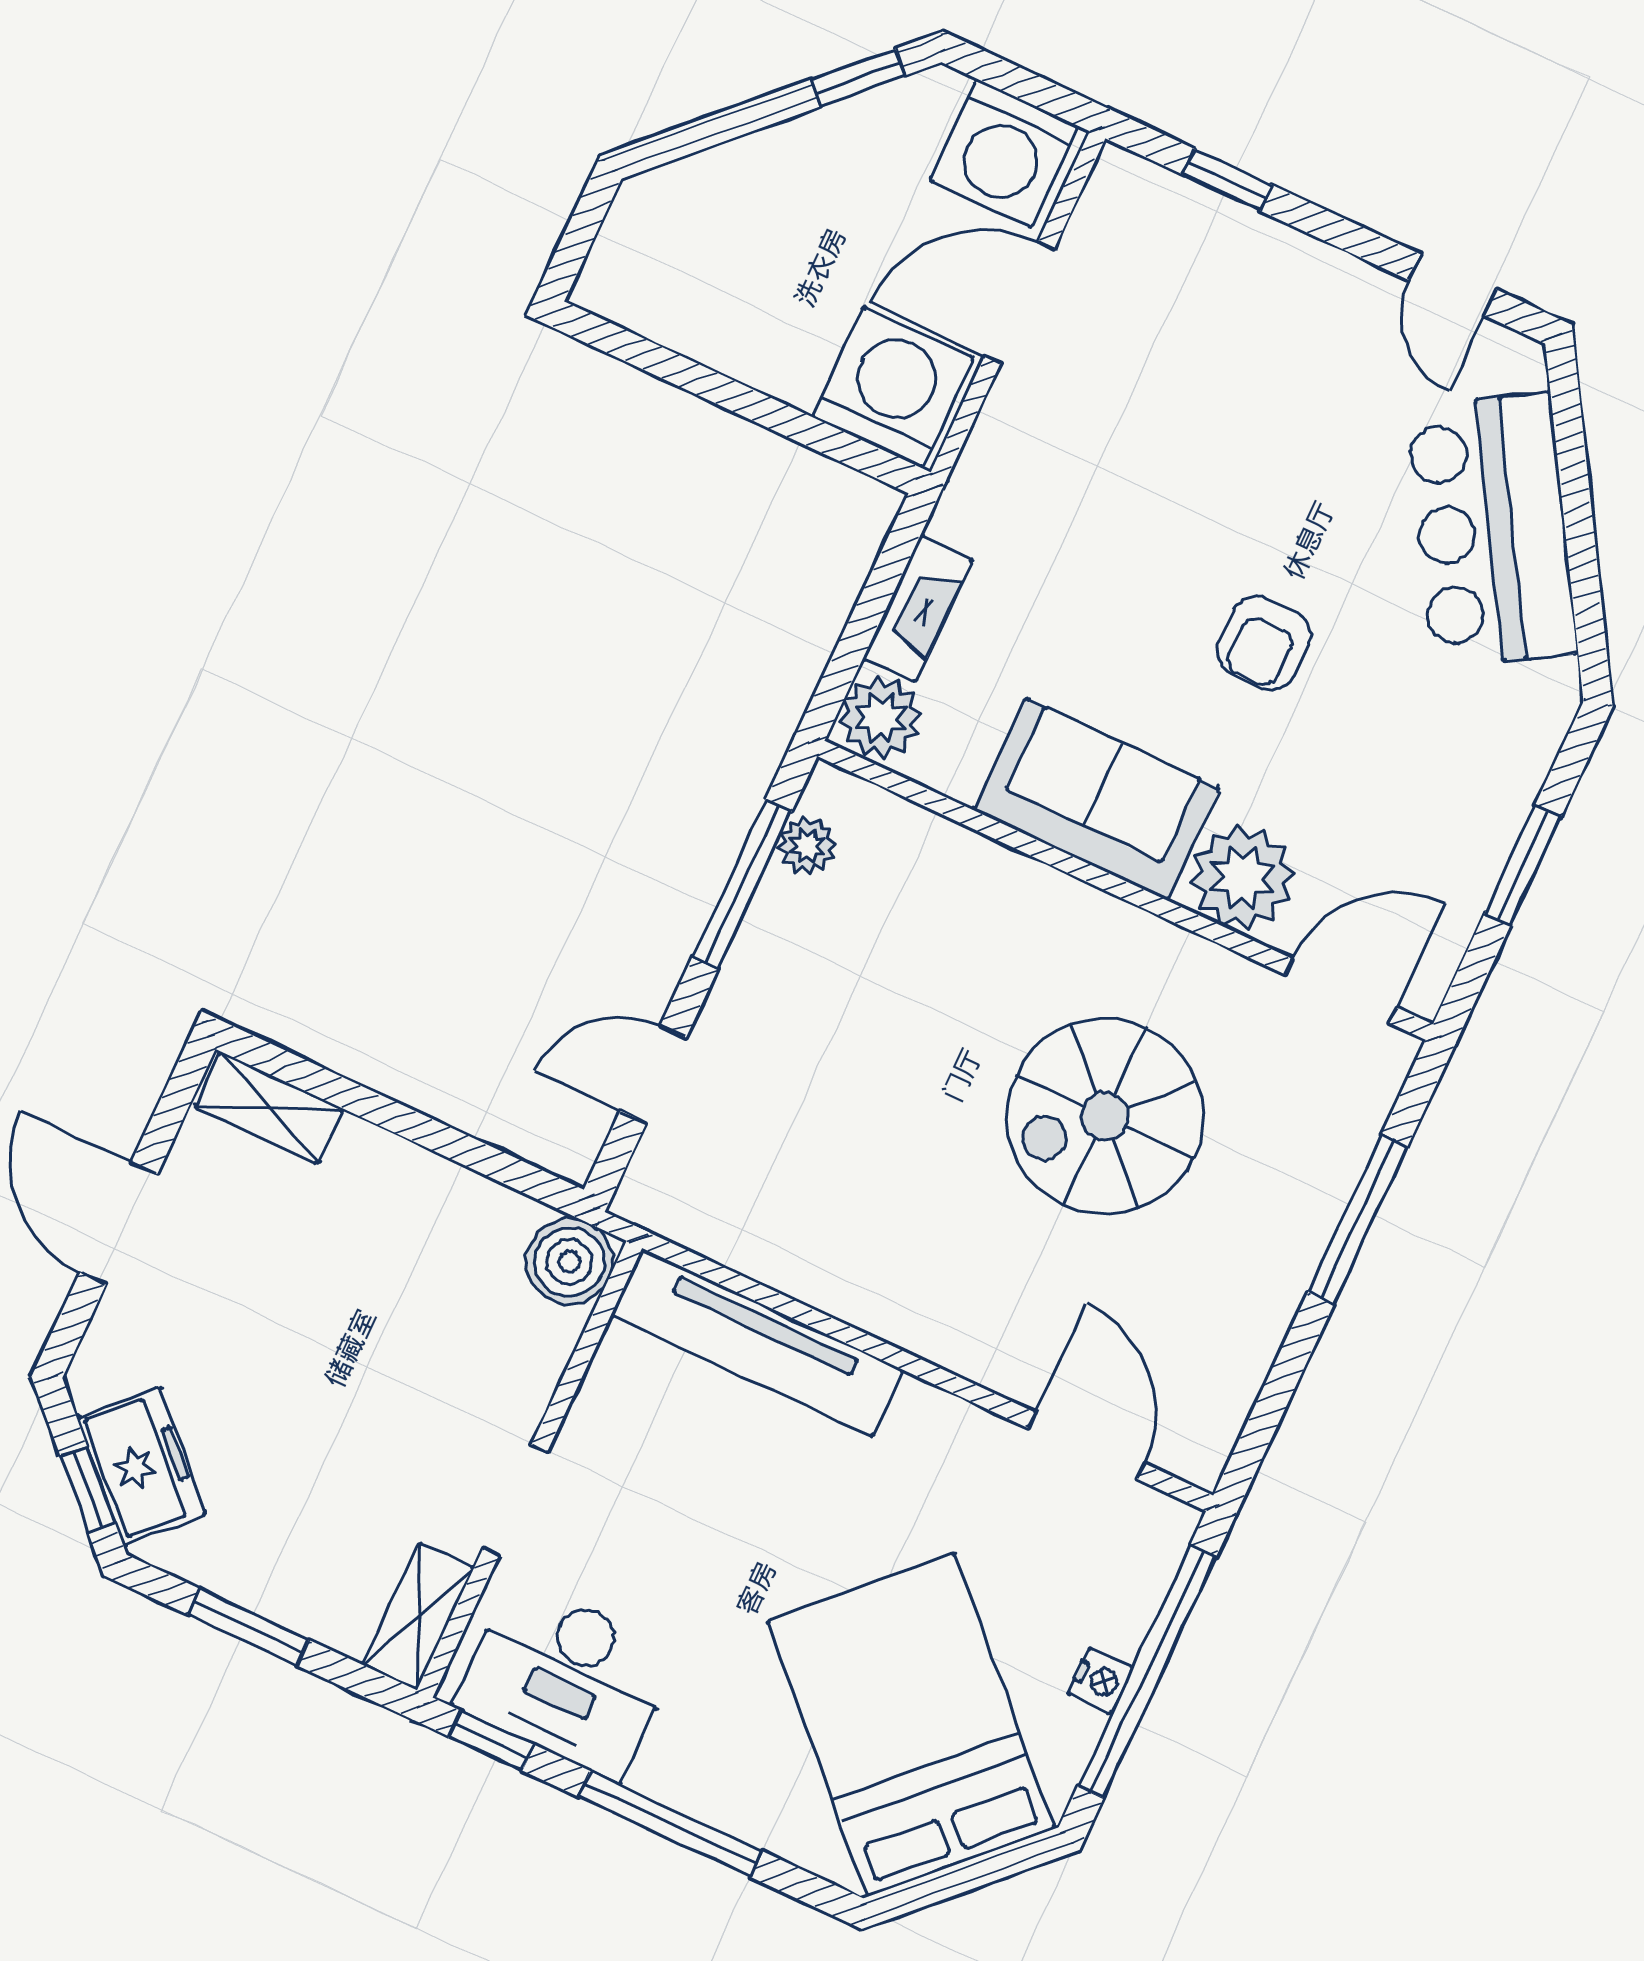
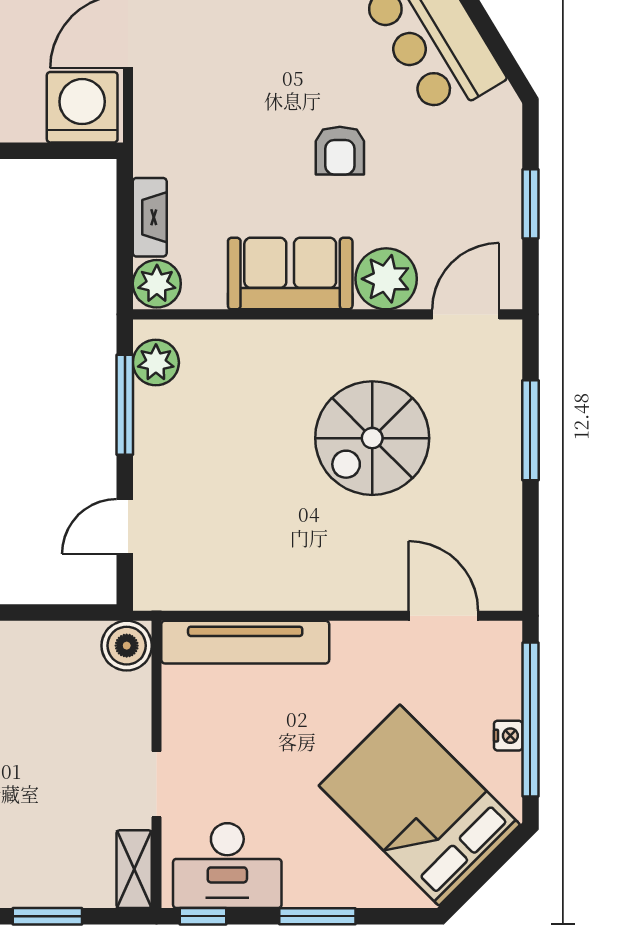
plant: (807, 846) -> (156, 363), width x1.38, depth x1.38
window: (670, 1824) -> (317, 916), width x0.69

